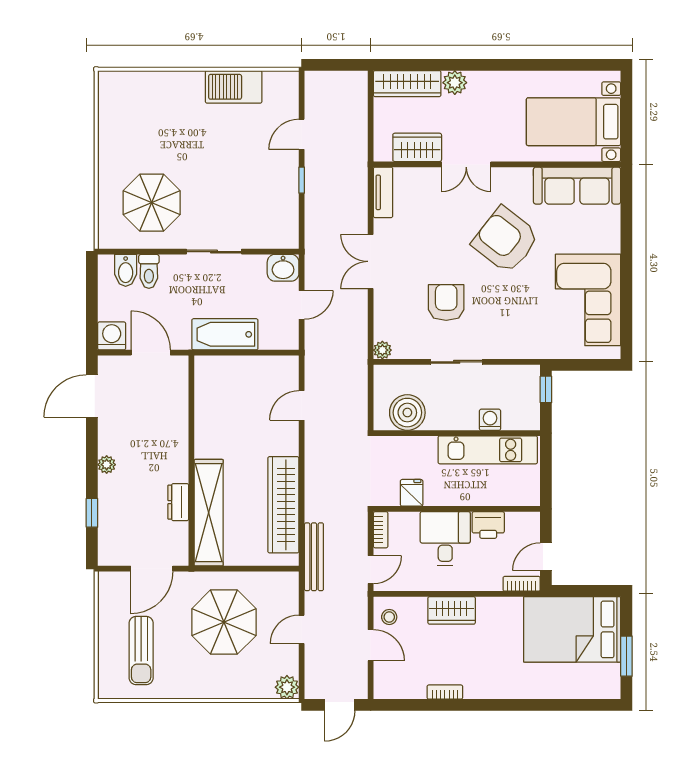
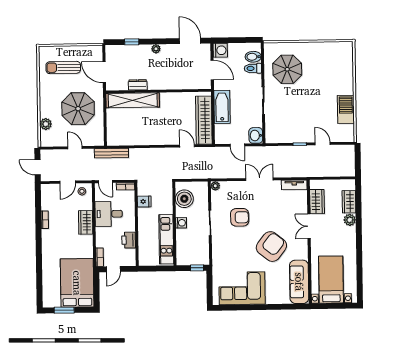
wardrobe: (407, 84) -> (349, 202), width x0.67
door: (151, 353) -> (212, 70), hinge flipped
washing machine: (490, 420) -> (181, 223), moved
wardrobe: (283, 505) -> (204, 120), moved, turned -90
desk: (445, 539) -> (109, 214), moved, turned 180
door: (546, 557) -> (113, 269), swing flipped
plant: (287, 687) -> (46, 124), moved

